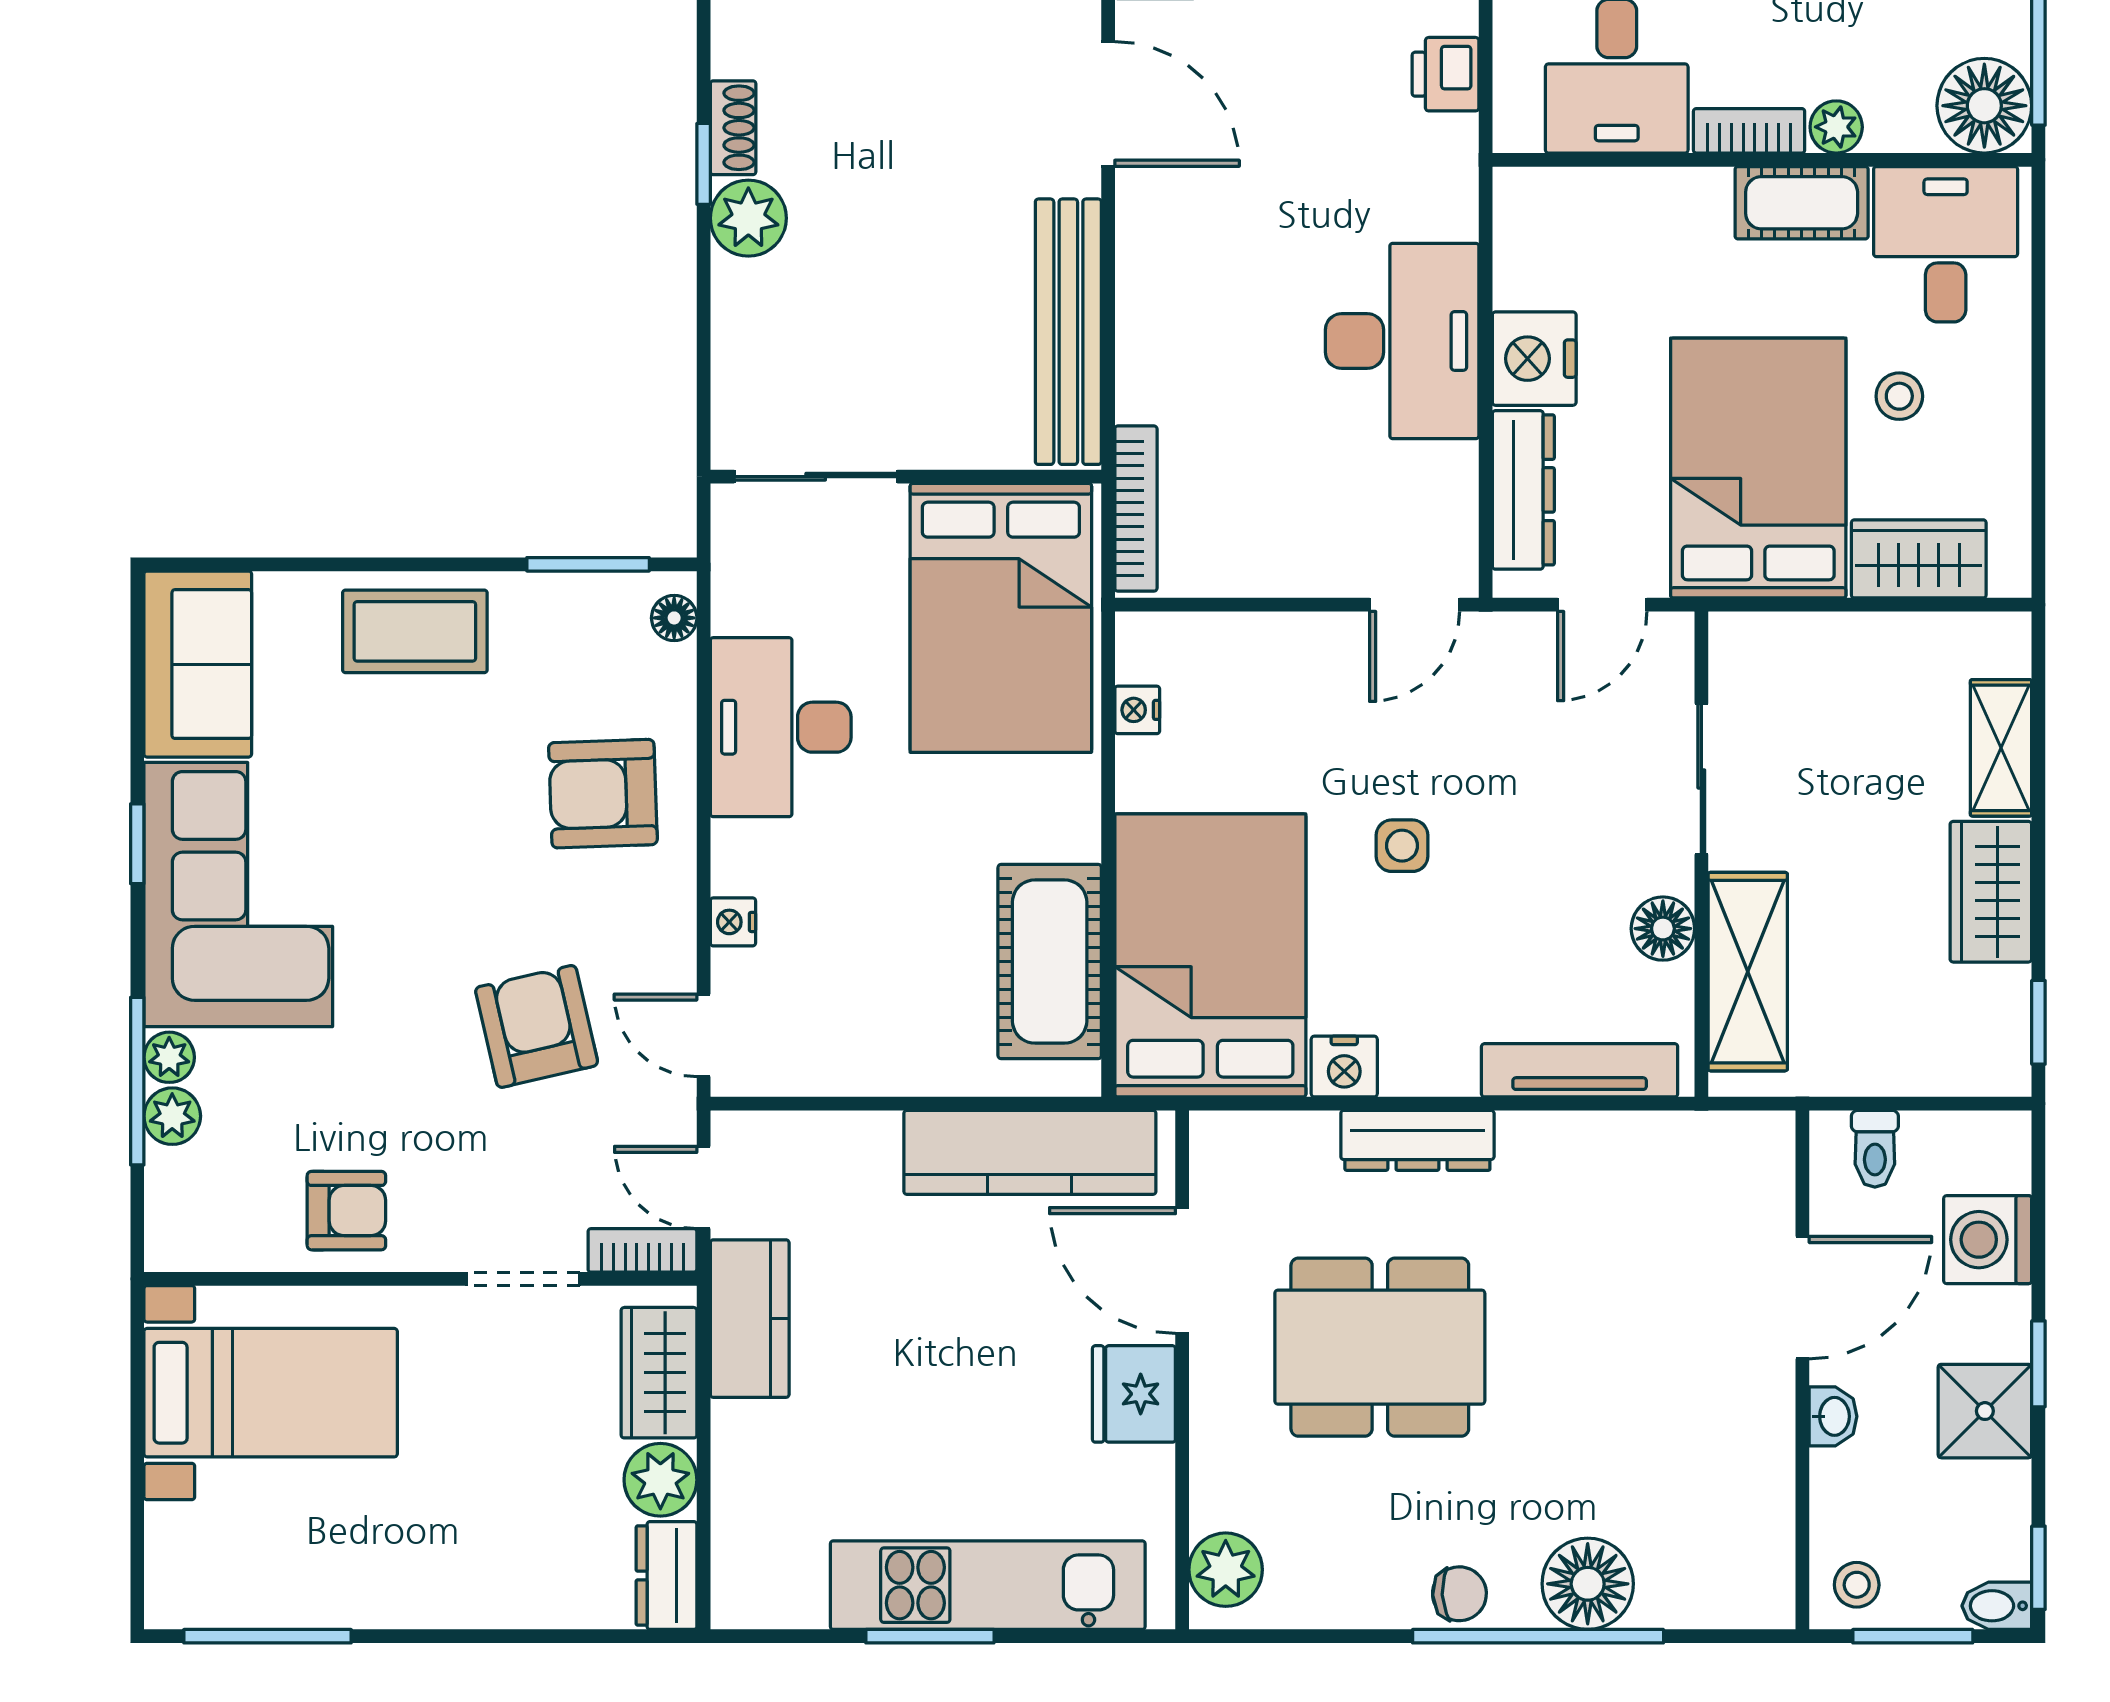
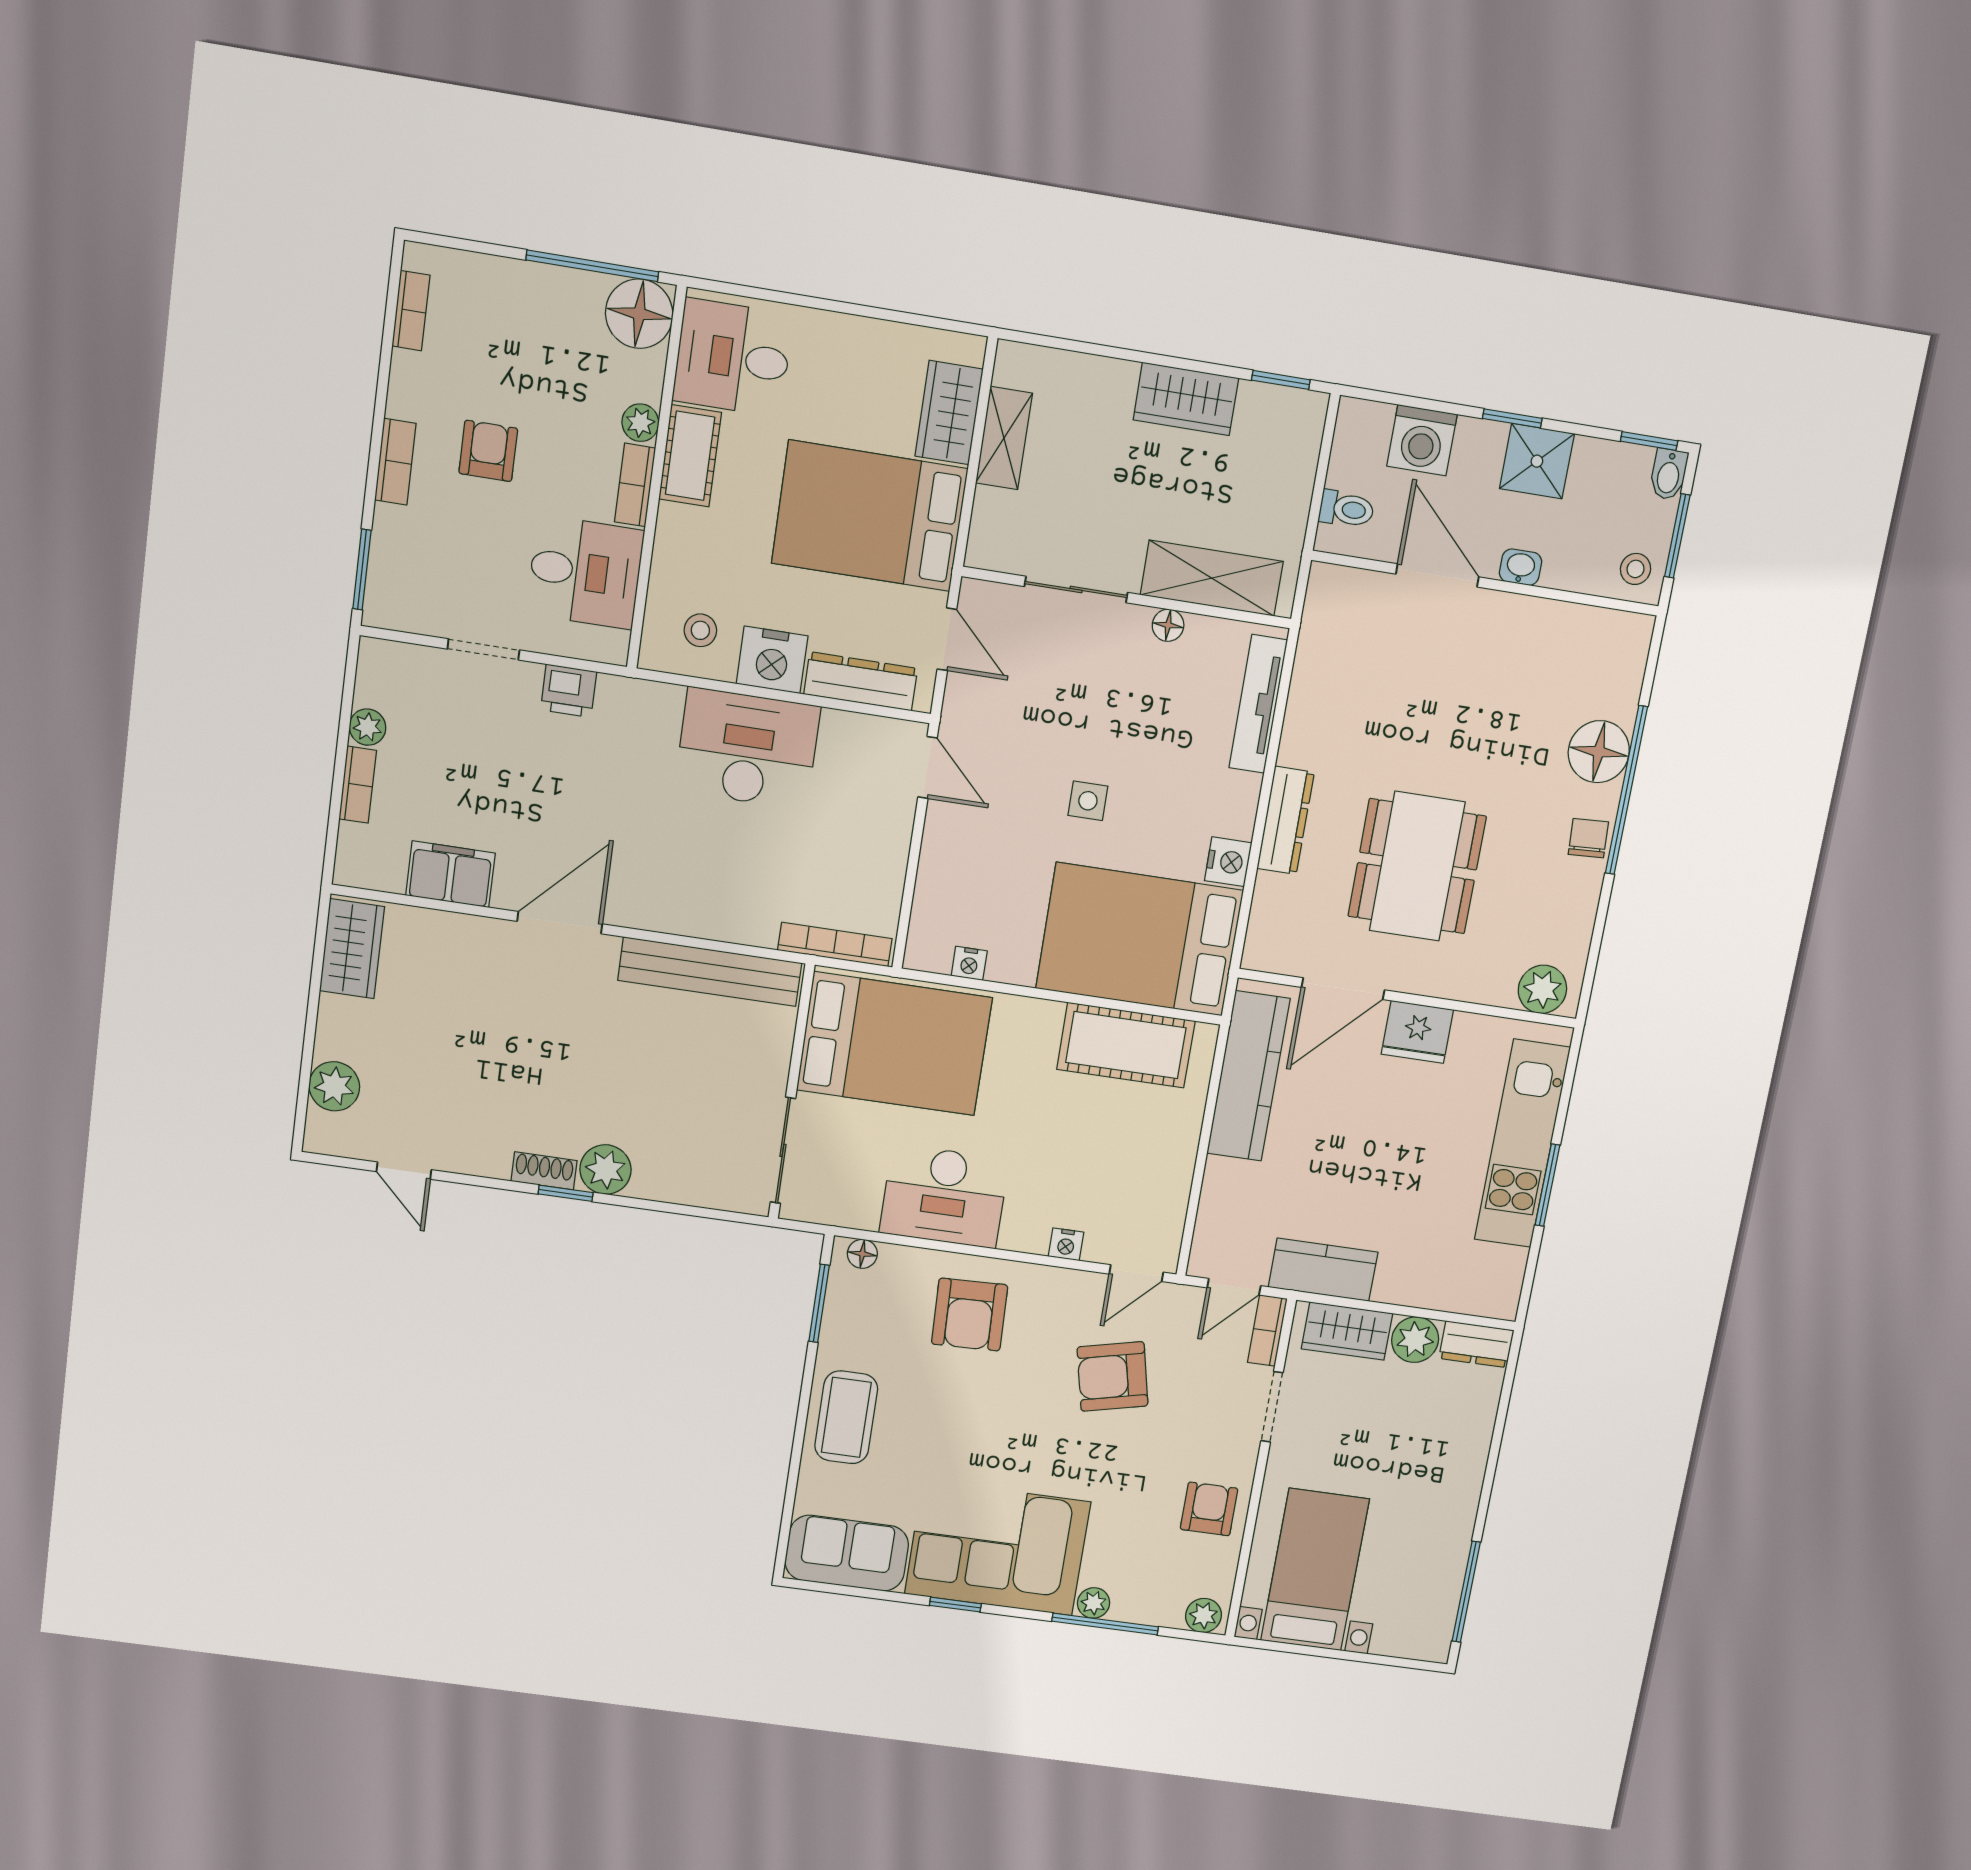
stool: (1899, 396) -> (700, 630), moved
shelving: (2001, 748) -> (1004, 438), moved, turned 90
floor lamp: (1663, 929) -> (1168, 625), width x0.73, depth x0.73
plant: (172, 1116) -> (1204, 1615), moved

